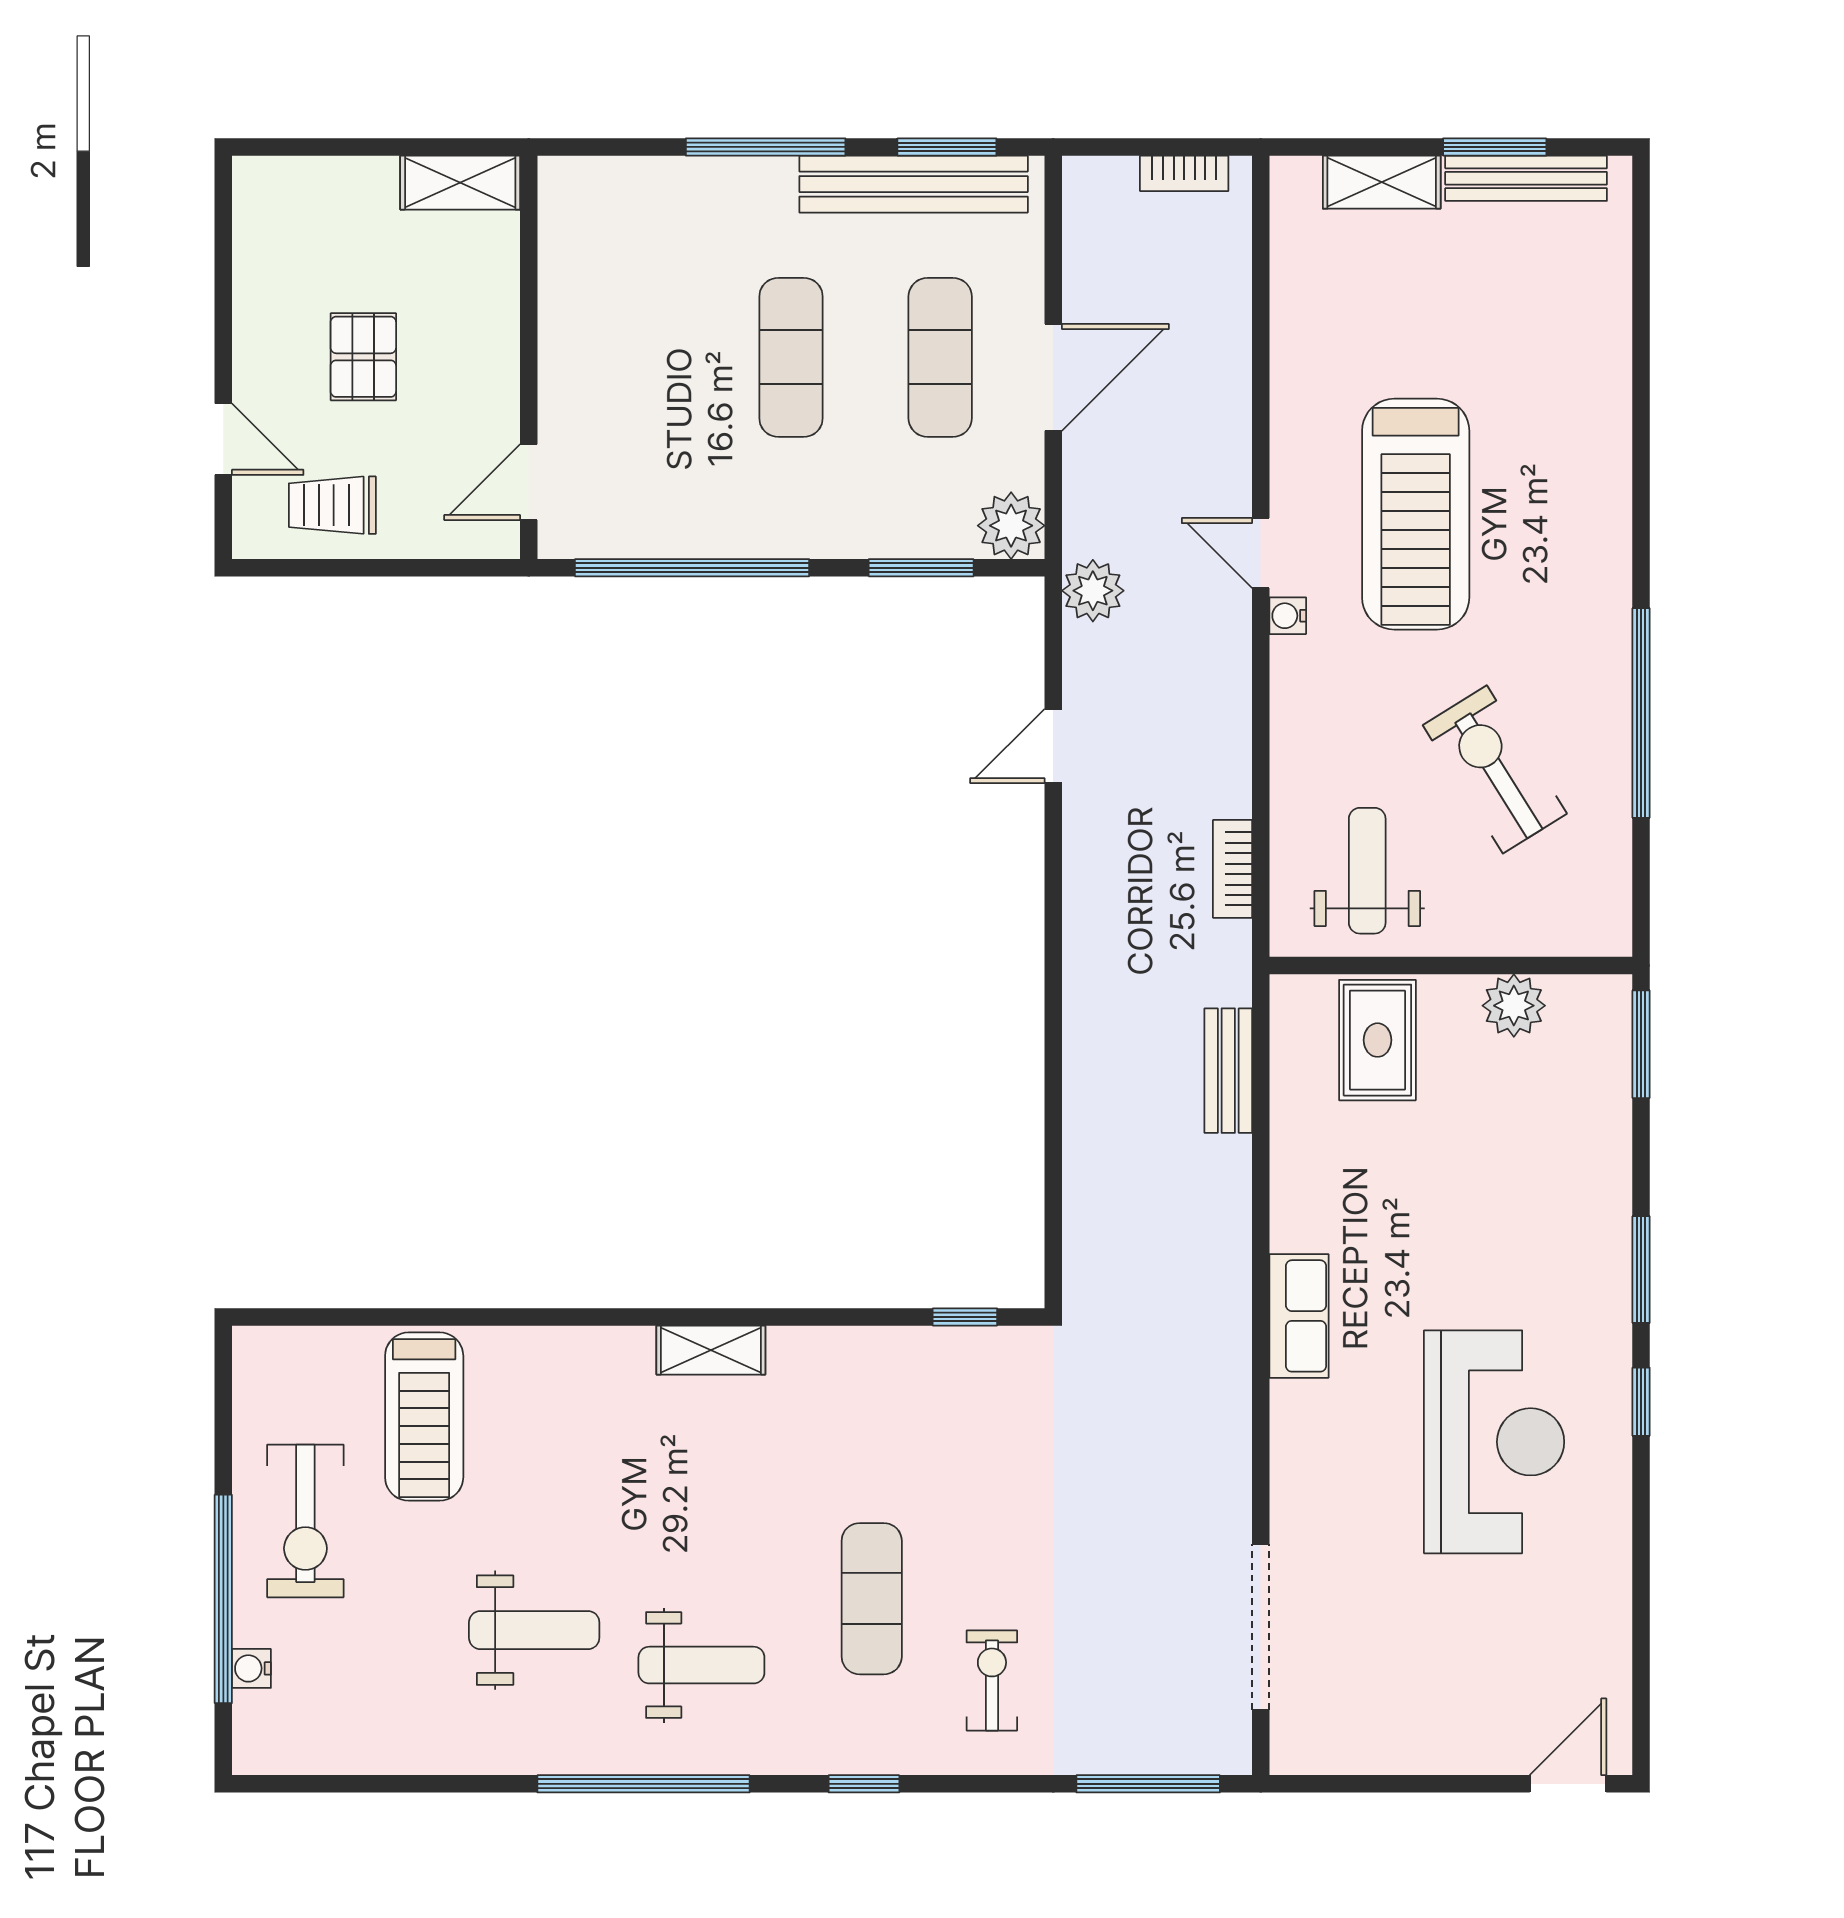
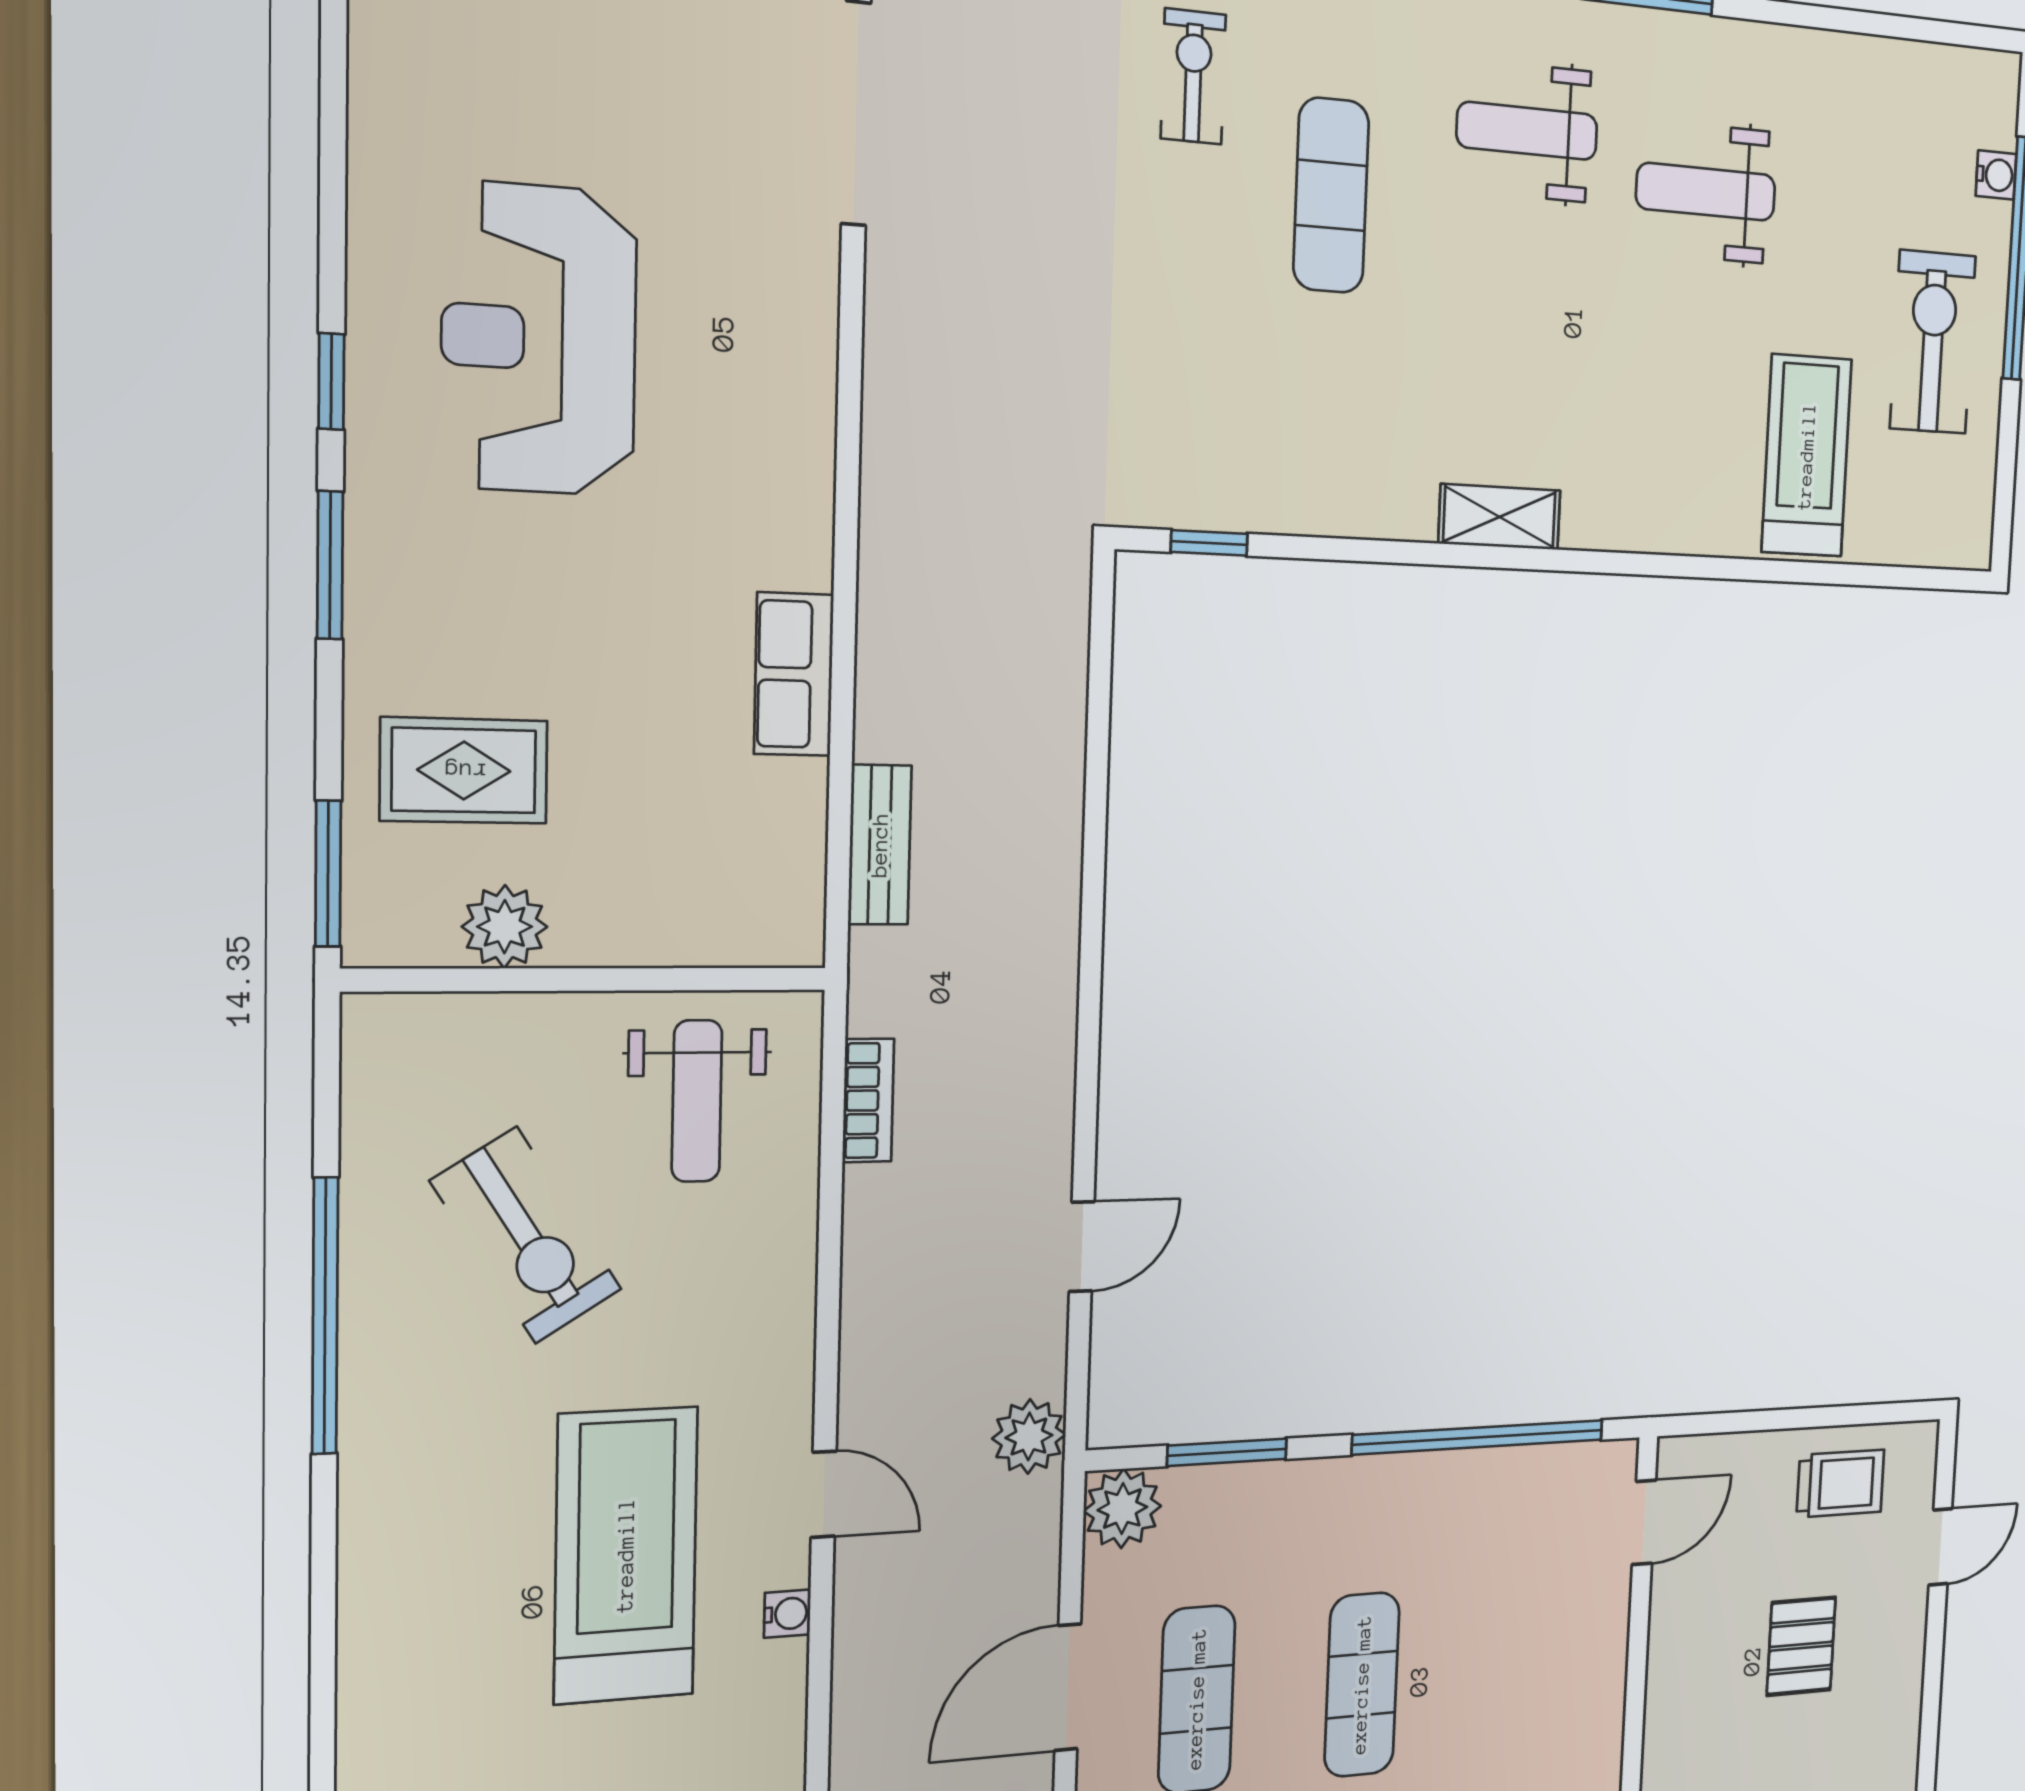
door: (223, 439) -> (1940, 1547), swing flipped
water cooler: (1288, 616) -> (787, 1614), moved
rug: (1377, 1040) -> (464, 771), moved, turned 90
row of seats: (1299, 1316) -> (794, 674), moved
exercise bike: (992, 1680) -> (1193, 77), turned 180

